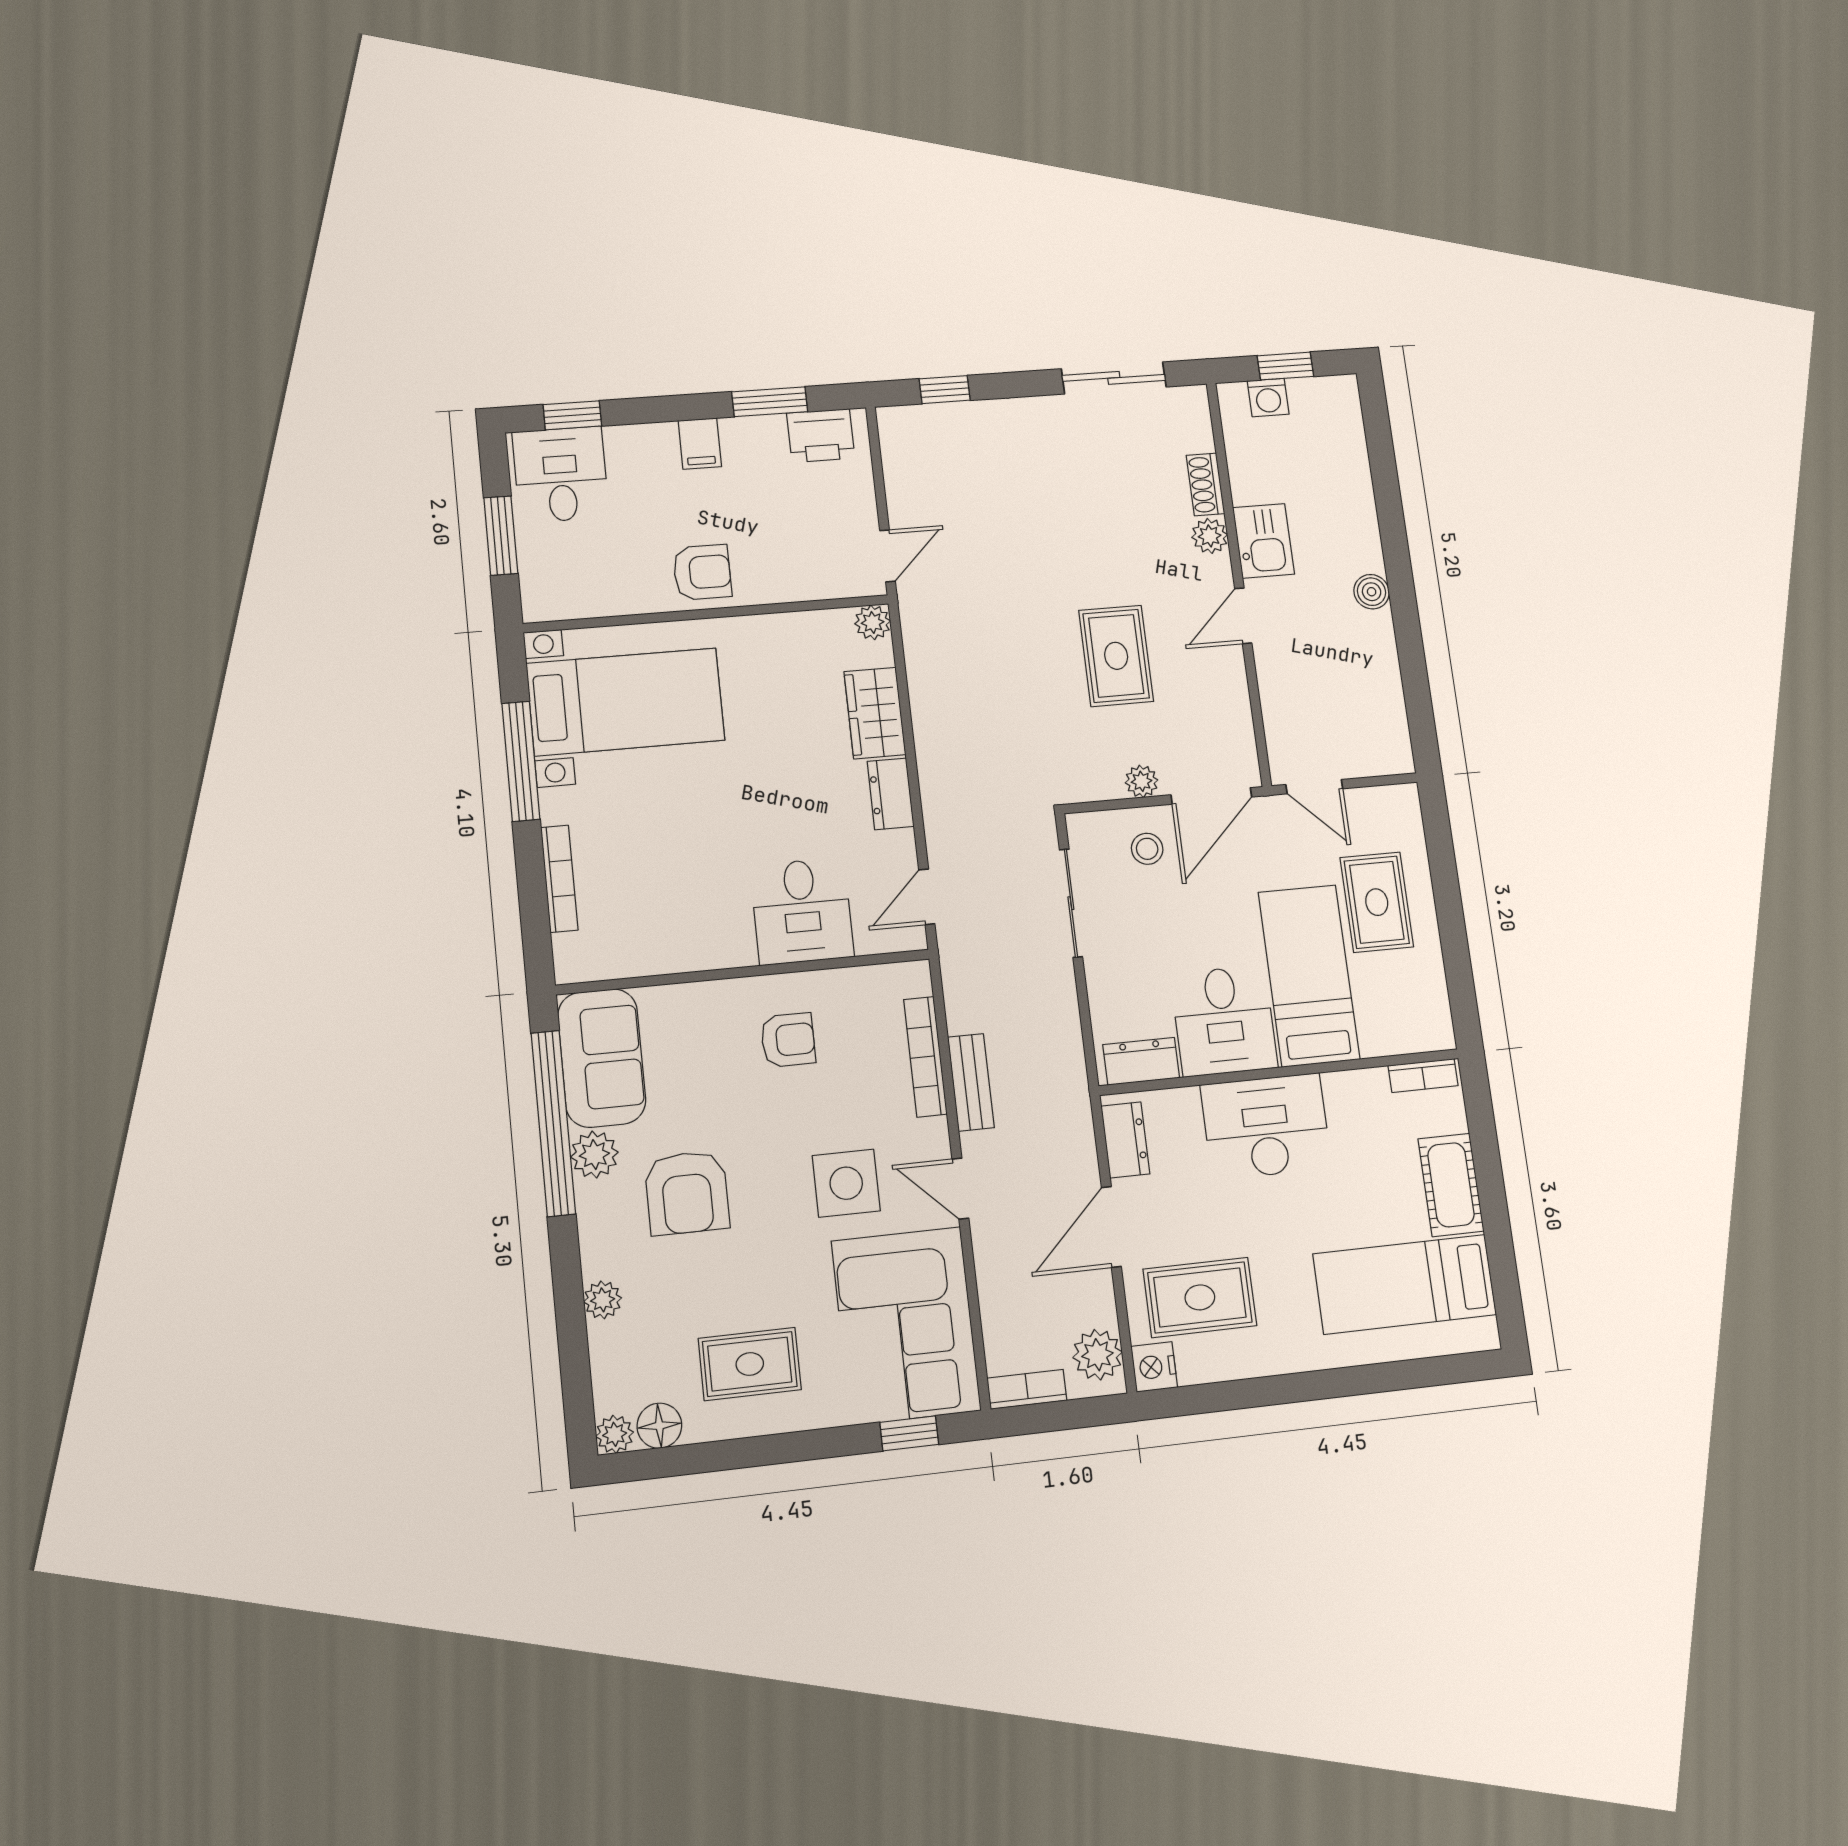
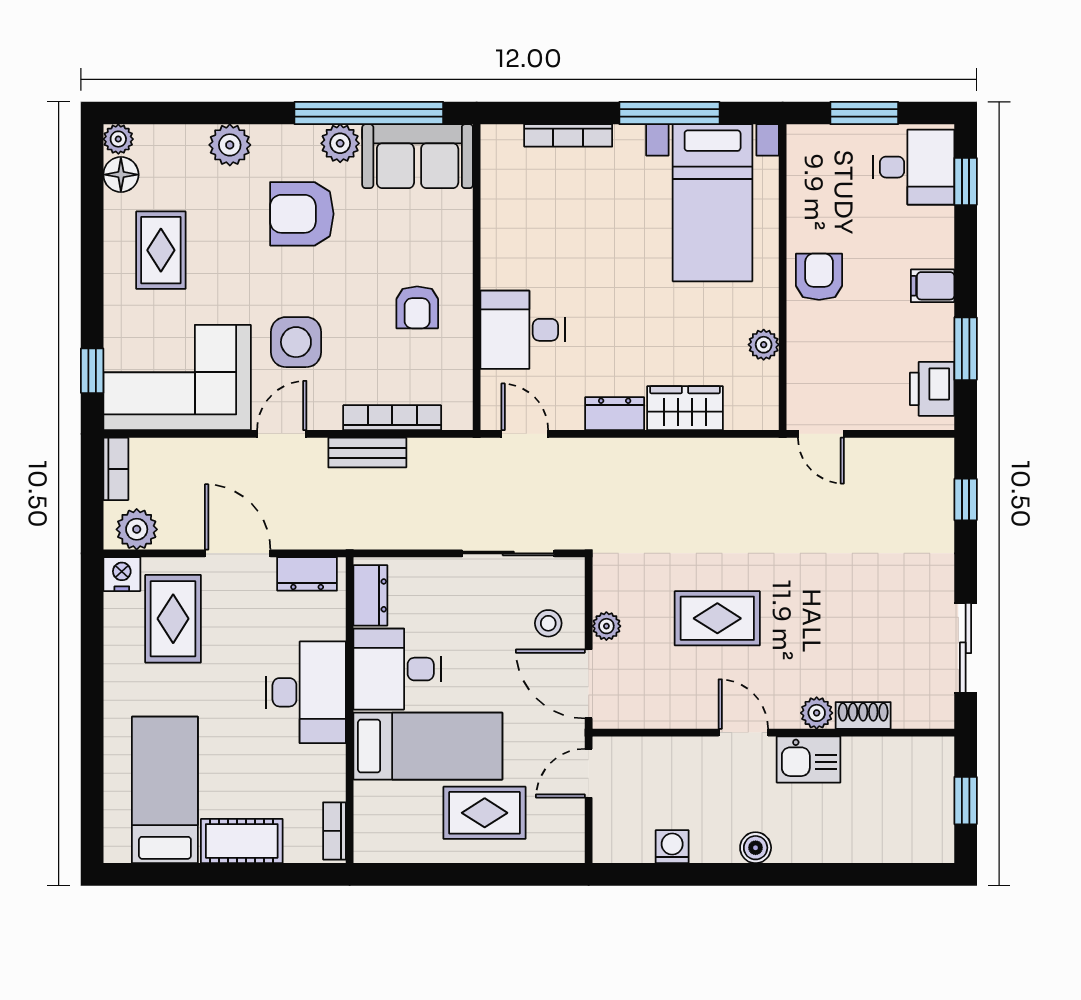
washing machine: (1268, 398) -> (672, 847), moved, turned 90
armchair: (702, 572) -> (819, 277), turned 180
plant: (873, 622) -> (764, 345), moved
plant: (603, 1300) -> (230, 145), width x1.38, depth x1.38

